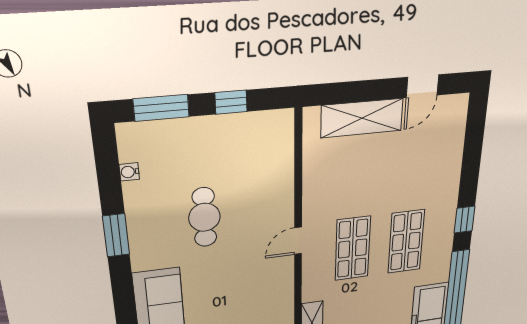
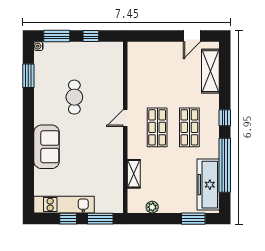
shelving: (362, 118) -> (210, 71), moved, turned 90
water cooler: (129, 172) -> (38, 46), moved
window: (116, 235) -> (28, 76), moved

